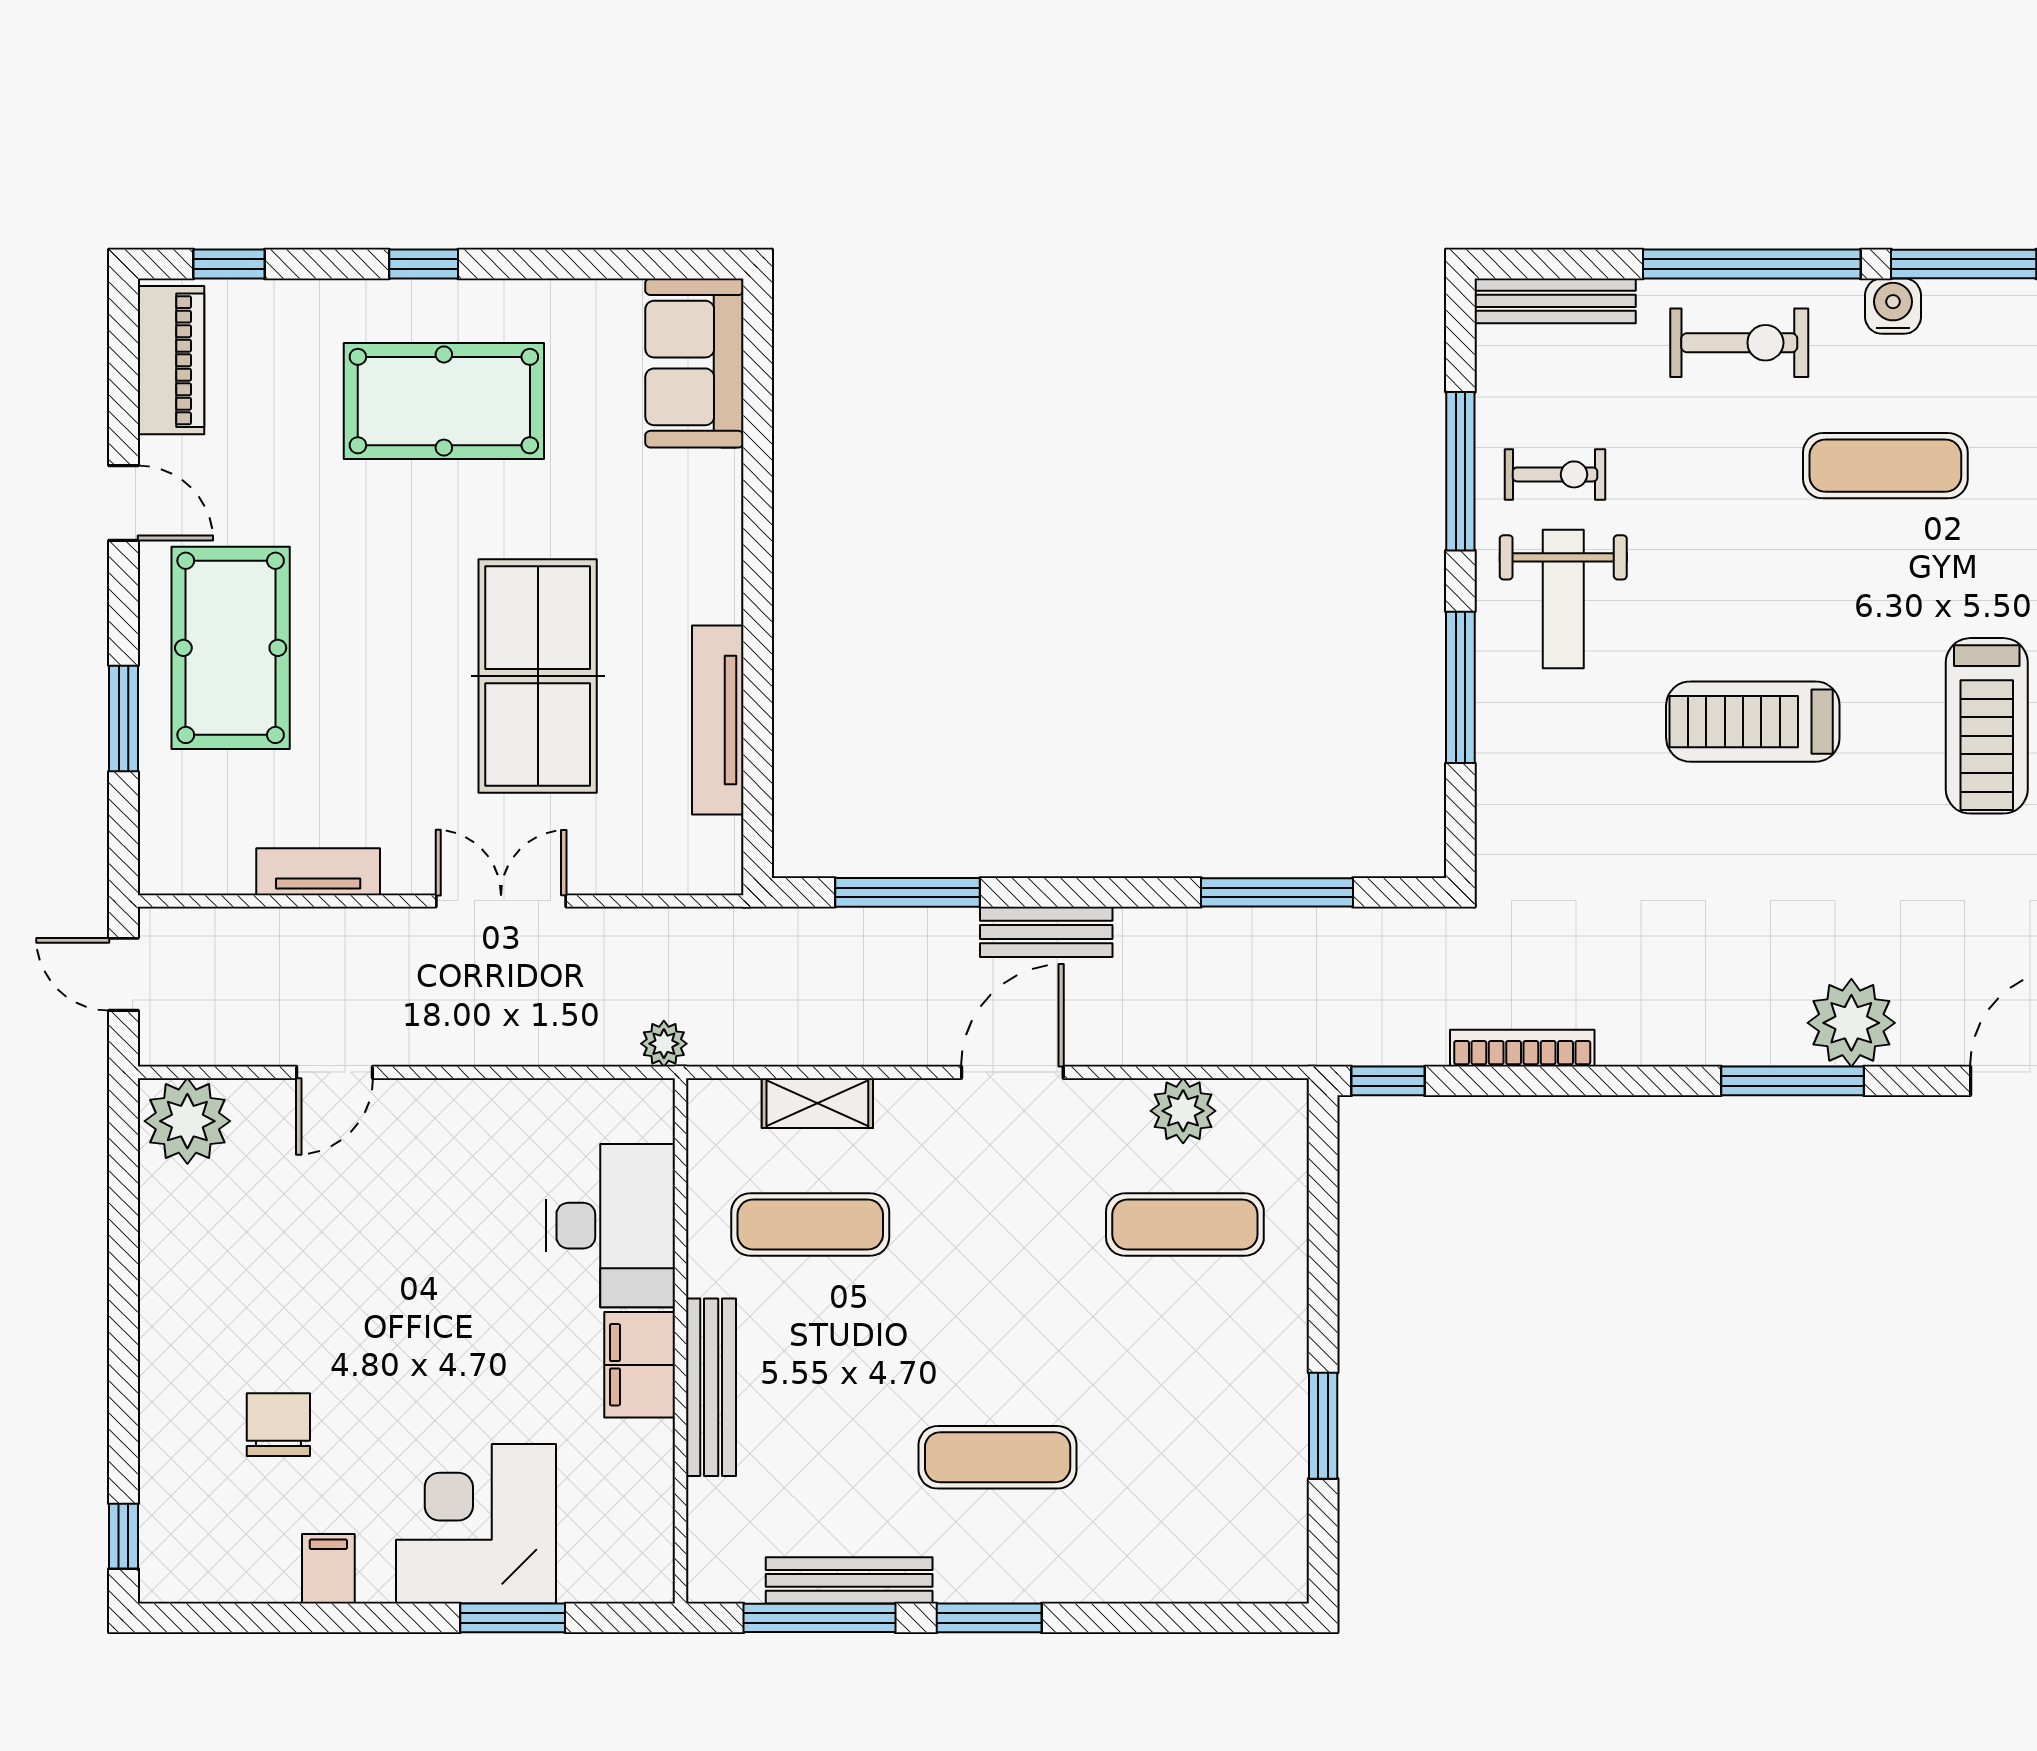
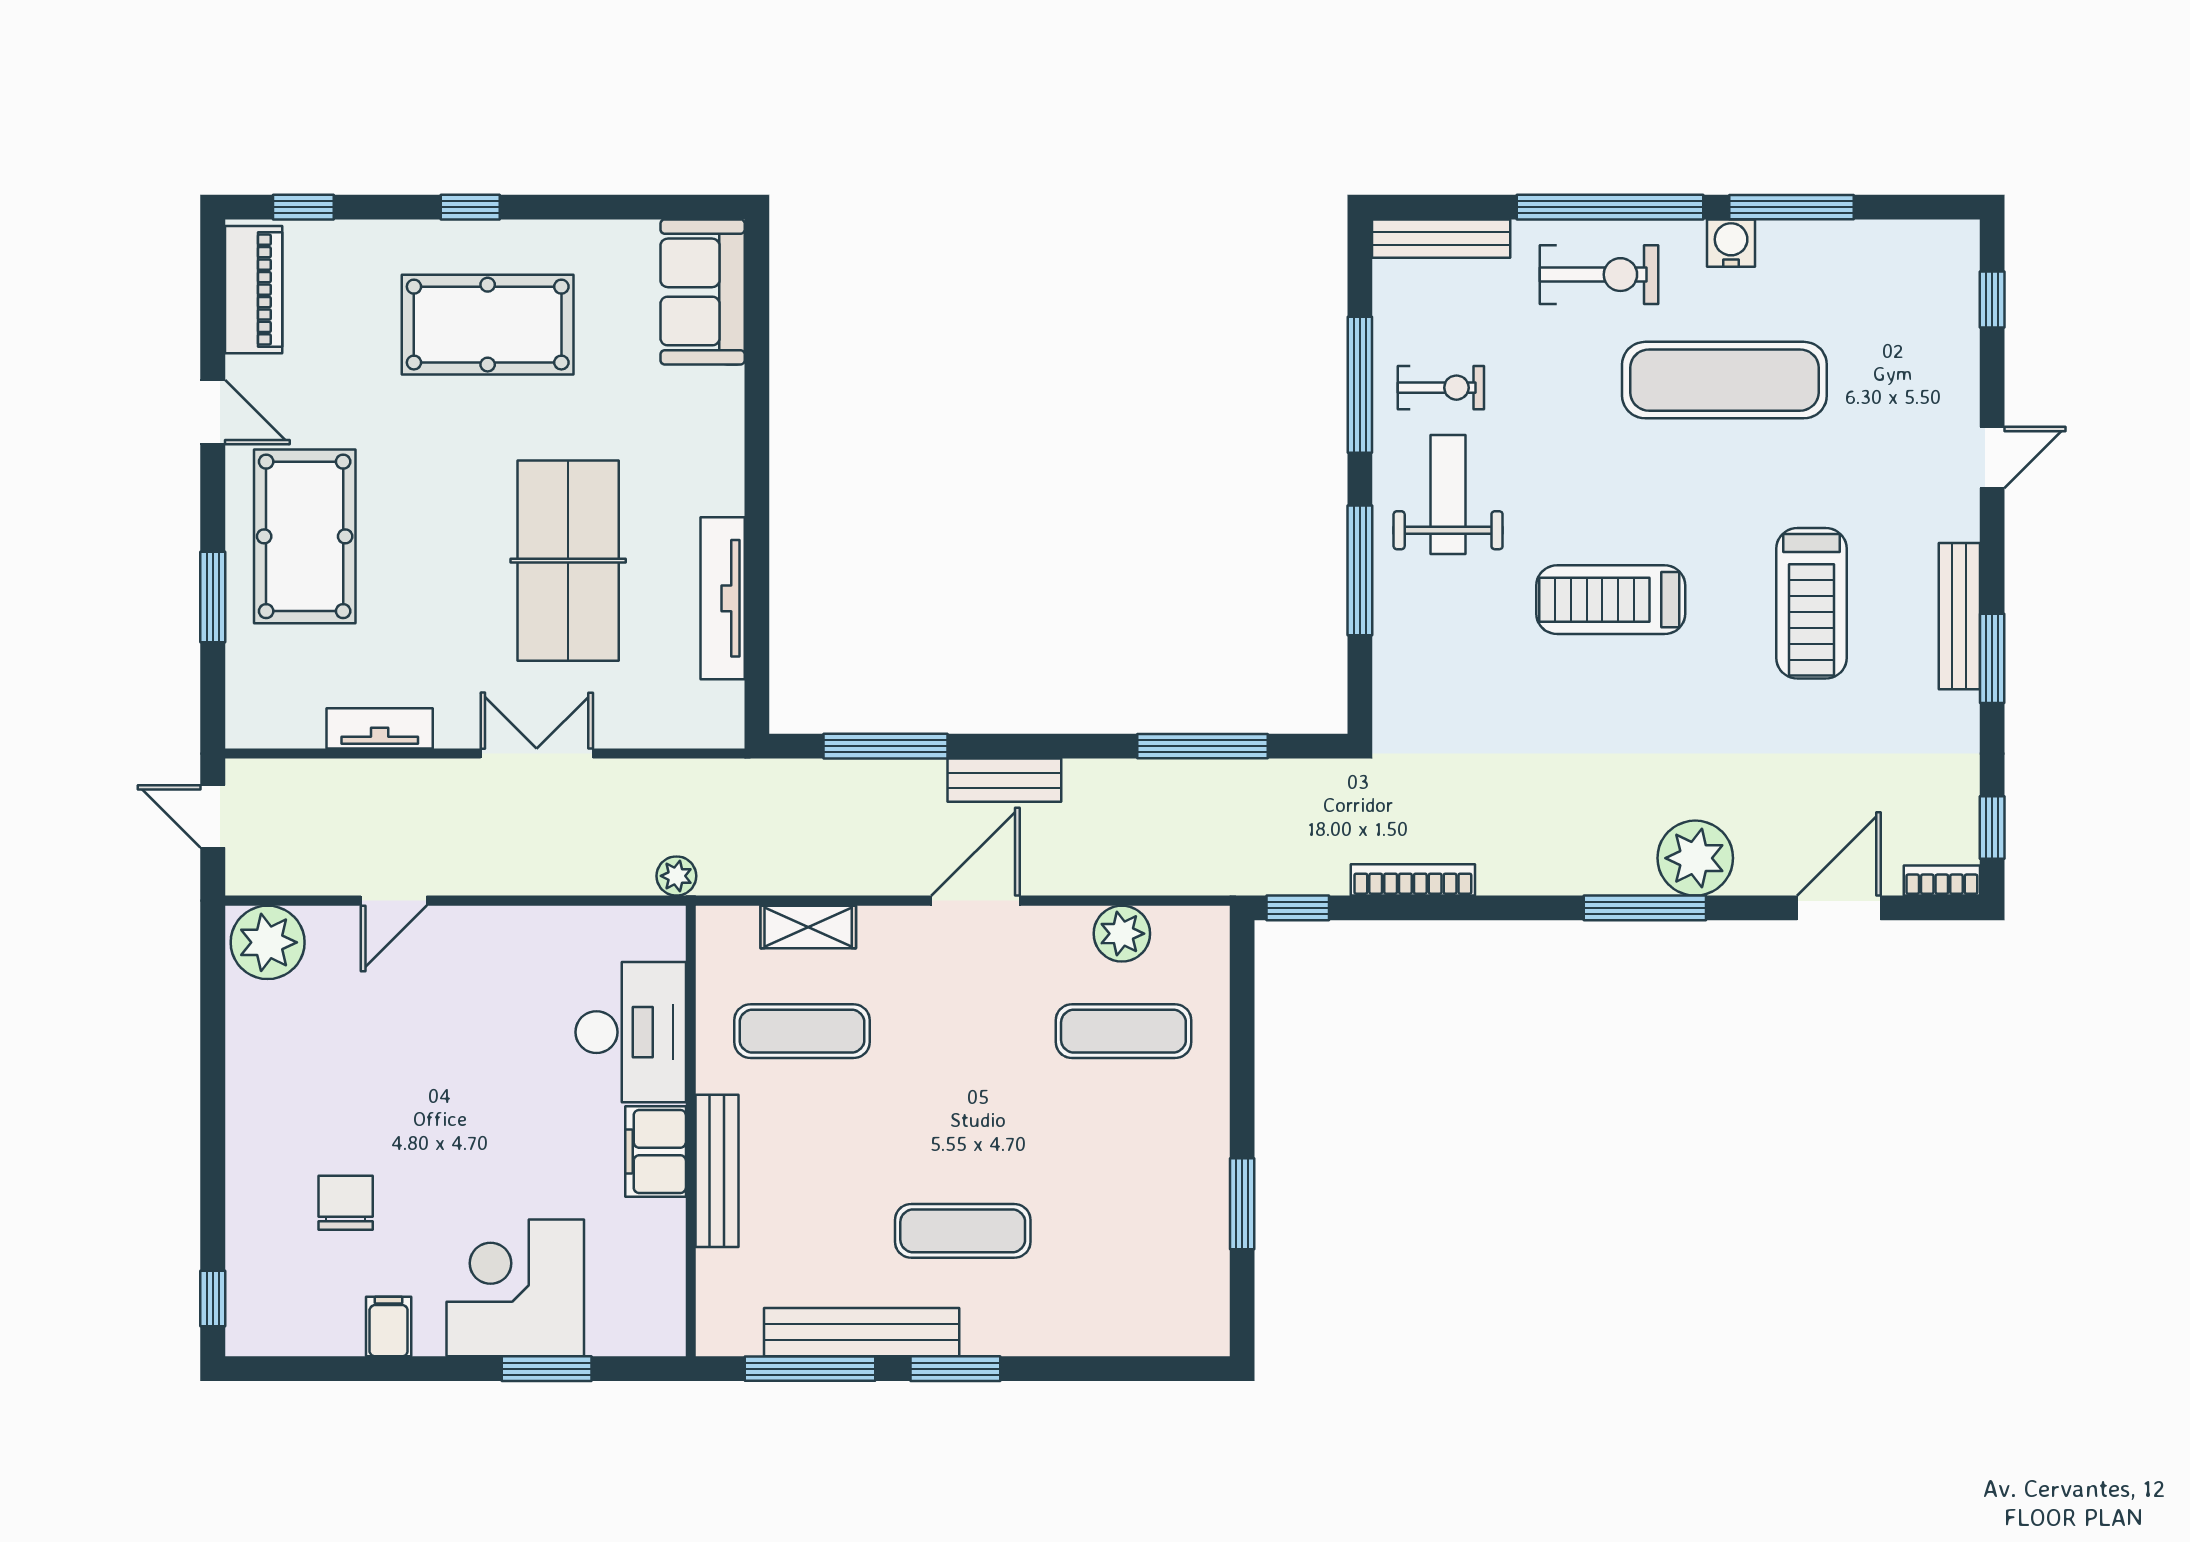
exercise mat: (1885, 466) -> (1724, 380), width x1.36, depth x1.45
weight bench: (1563, 599) -> (1448, 494), turned 180
bench: (849, 1580) -> (862, 1332), width x1.37, depth x1.21

